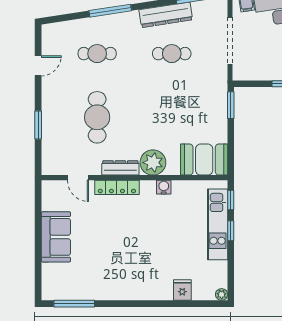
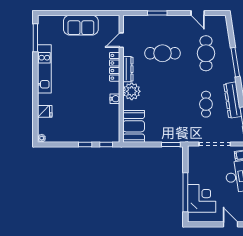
cafe table: (97, 54) -> (206, 53), width x1.37, depth x1.35
kitchen unit: (218, 224) -> (44, 69), moved, turned 90

